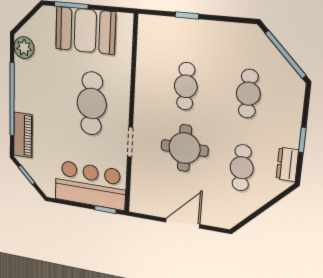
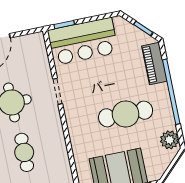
cafe table: (92, 104) -> (126, 114), moved, turned 90

